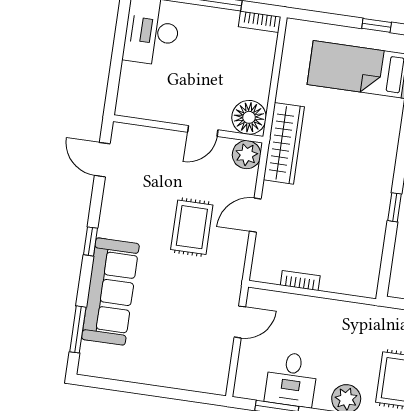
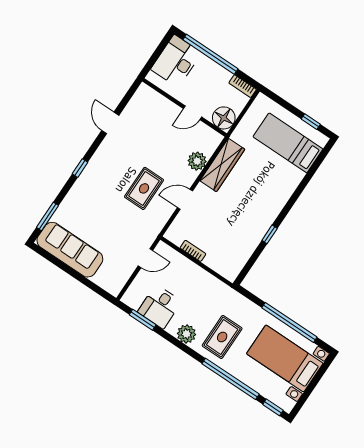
floor lamp: (249, 117) -> (224, 118), moved
wall: (188, 129) -> (184, 107), moved
door: (203, 131) -> (192, 113), moved
sofa: (110, 292) -> (70, 250), moved, turned -90

